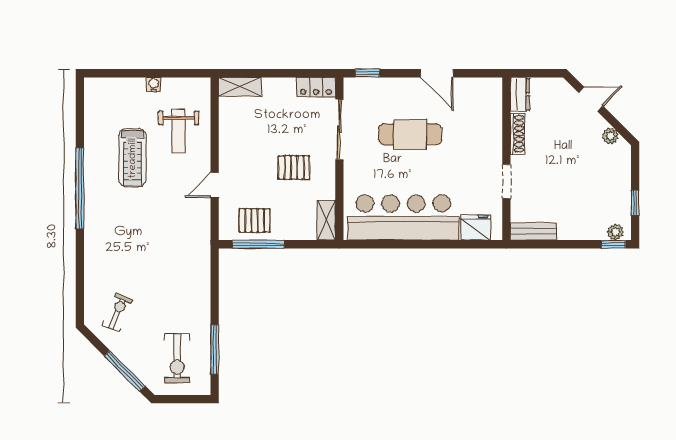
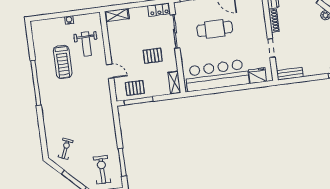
door: (215, 185) -> (110, 71), swing flipped
exercise bike: (177, 358) -> (102, 170), turned 180

